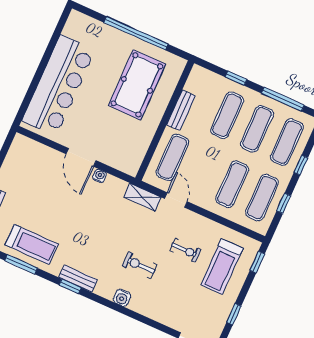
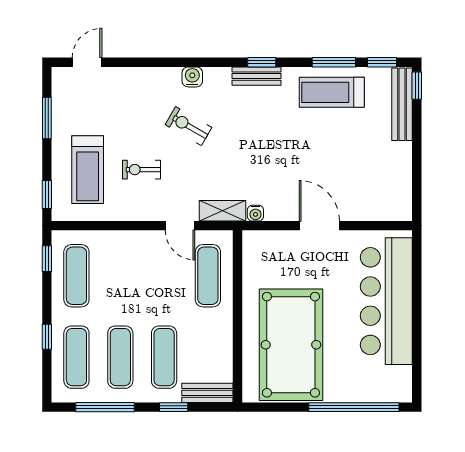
window: (136, 33) -> (354, 407), moved
pool table: (137, 85) -> (291, 345), width x1.36, depth x1.32
bench: (181, 110) -> (207, 393), moved, turned 90
water cooler: (100, 176) -> (255, 213), moved
exercise mat: (232, 184) -> (120, 276), removed
window: (284, 203) -> (47, 259), moved
exercise bike: (140, 265) -> (188, 126), turned -150
treadmill: (222, 267) -> (88, 170), turned 180
window: (234, 314) -> (47, 118), width x1.50

